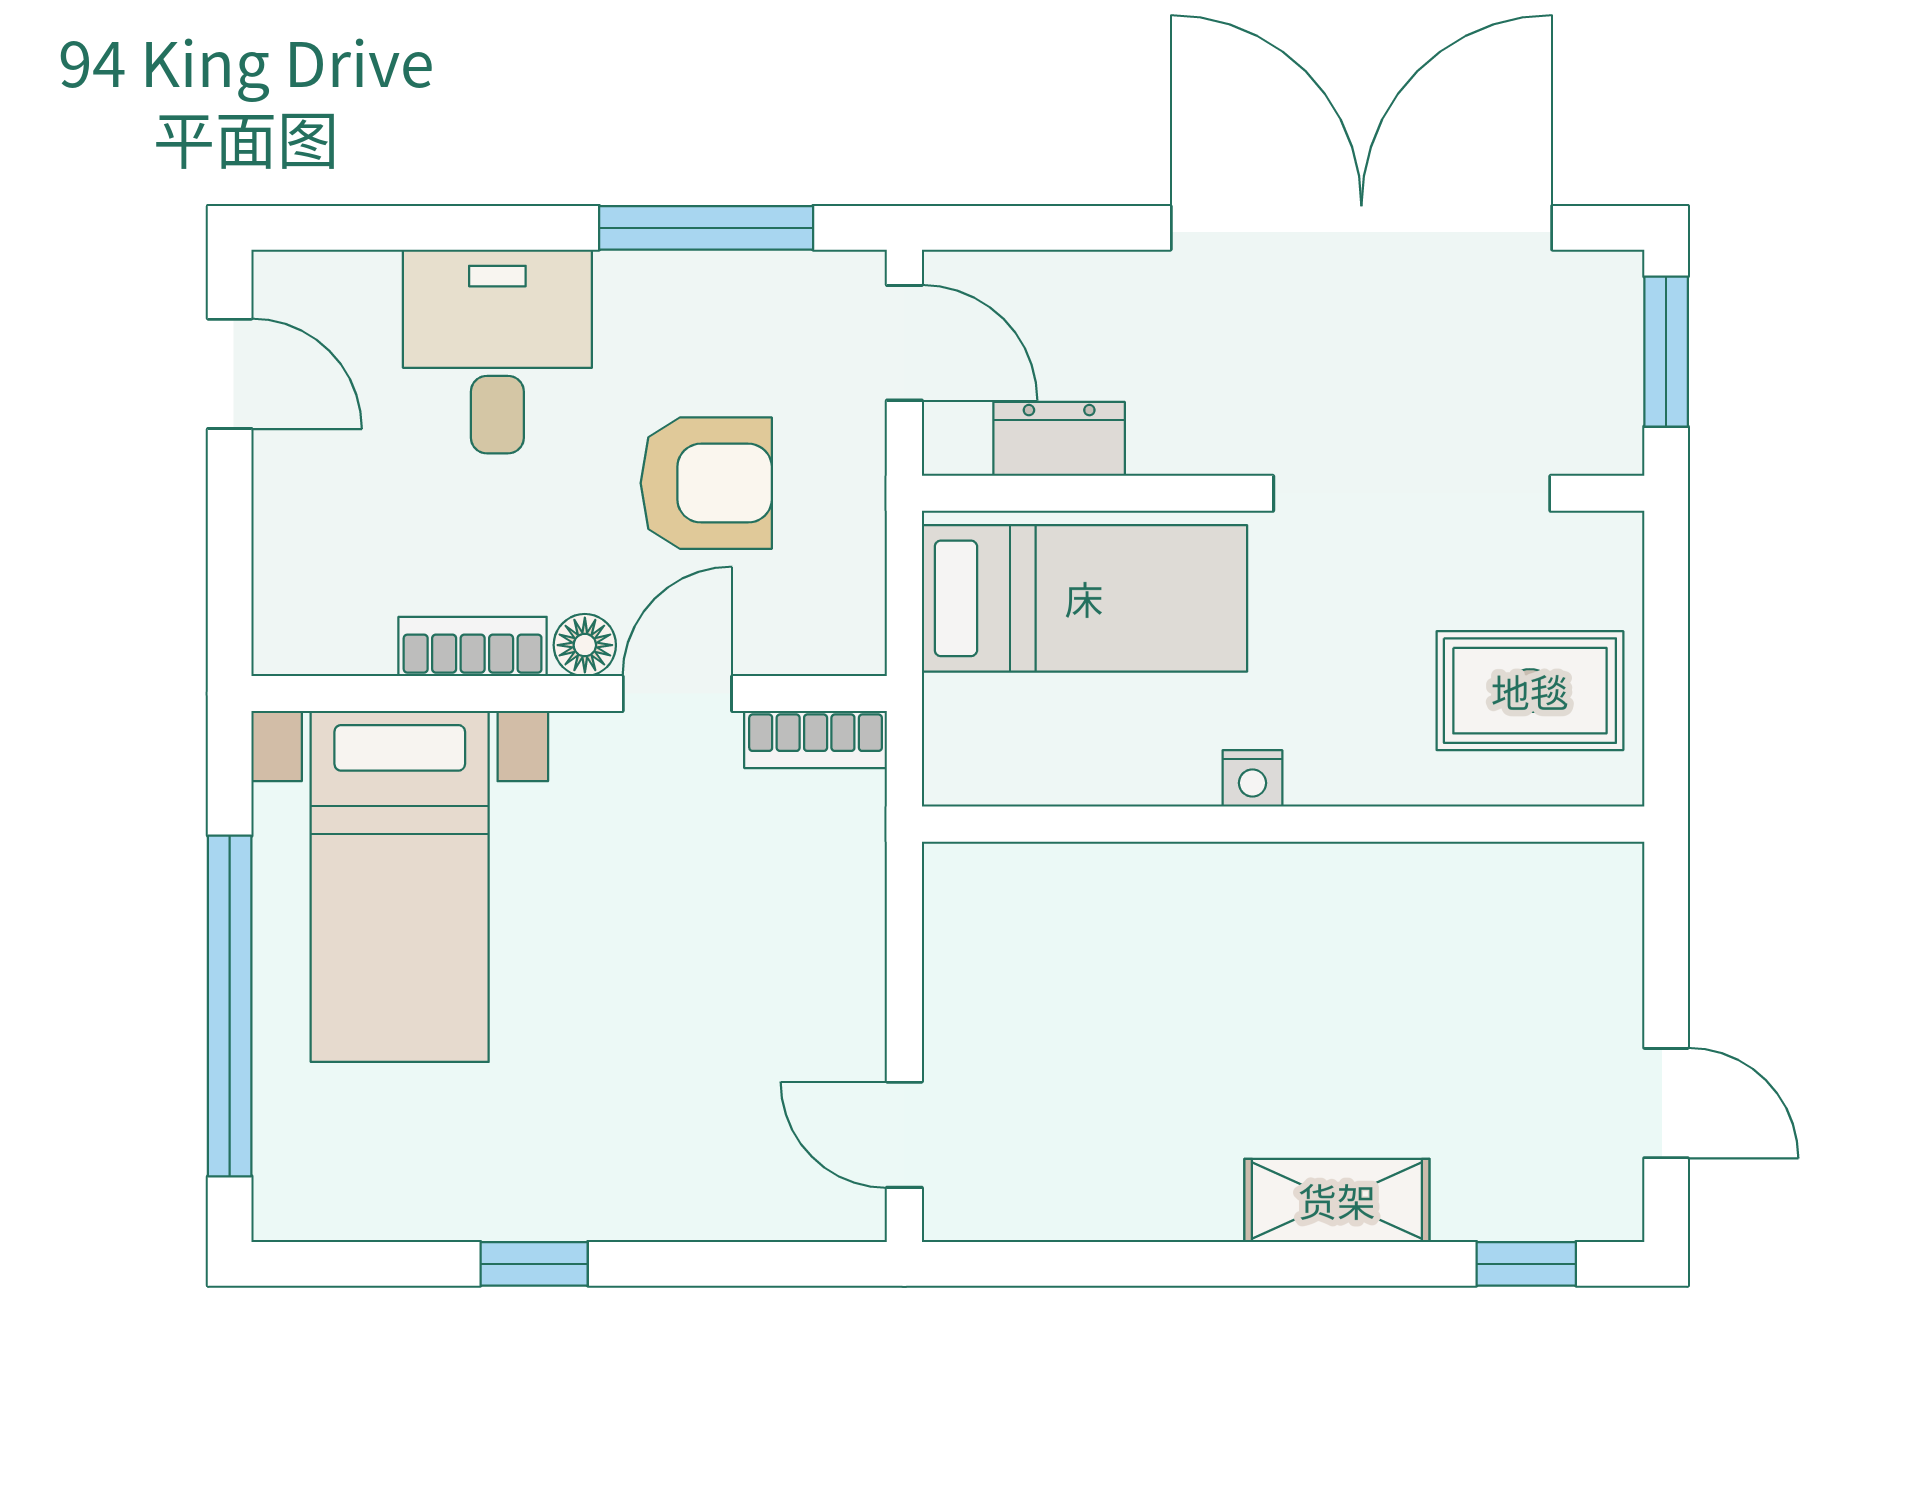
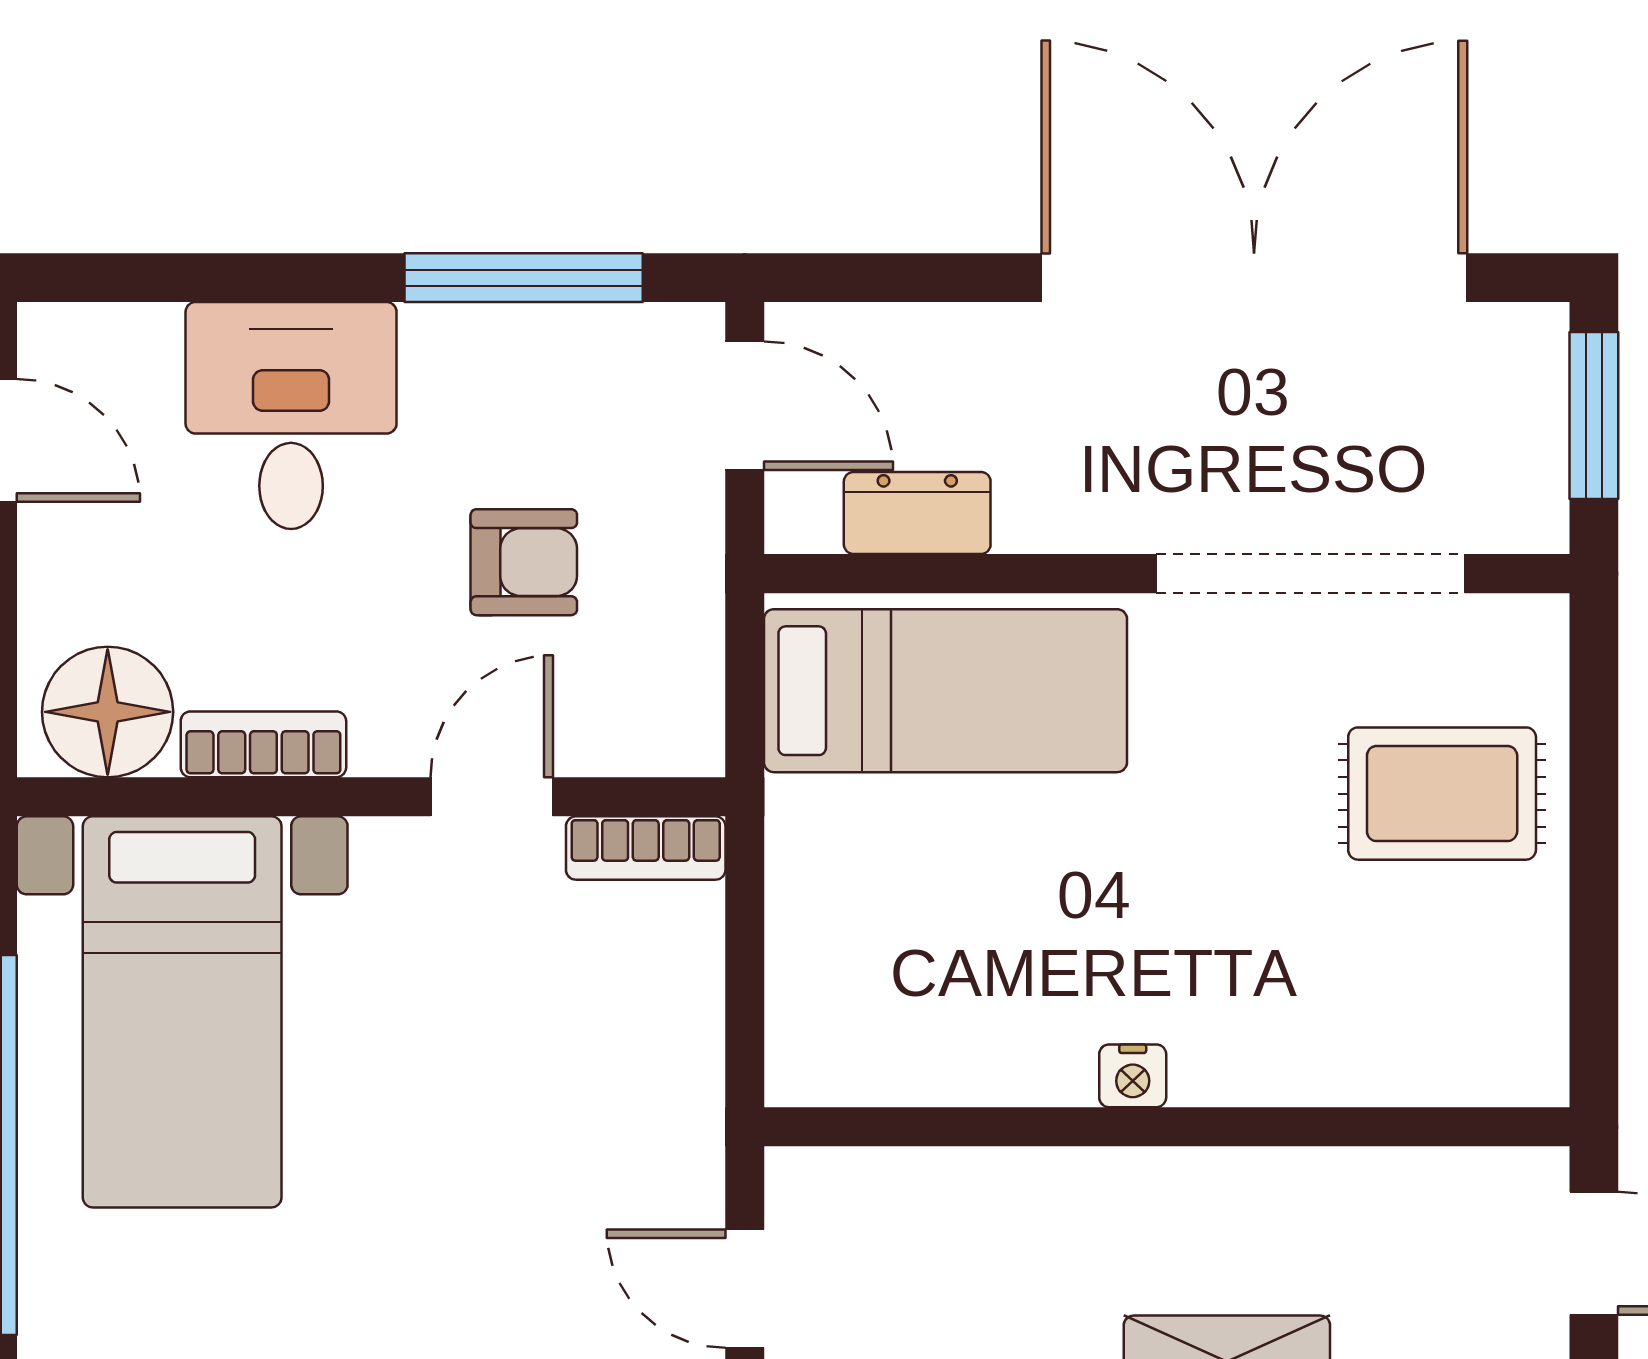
armchair: (706, 483) -> (524, 562), width x0.72, depth x0.72
floor lamp: (585, 645) -> (108, 712), moved, width x1.89, depth x1.89
nightstand: (1252, 778) -> (1133, 1076), moved
wall: (1283, 824) -> (1167, 1127), moved

